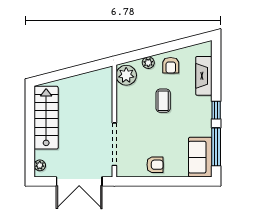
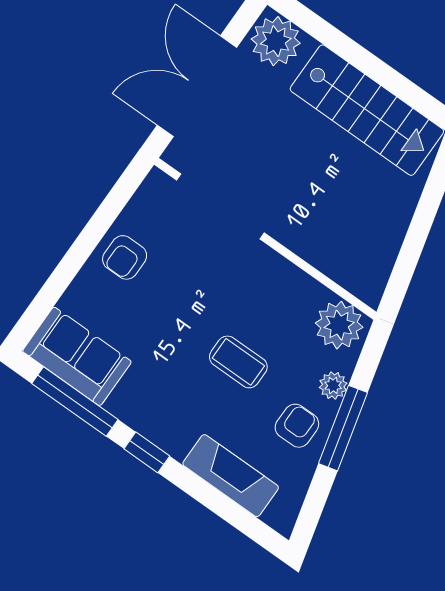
window: (160, 49) -> (343, 428), added
armchair: (171, 65) -> (297, 426), turned 90
plant: (40, 165) -> (276, 41), width x1.88, depth x1.88

